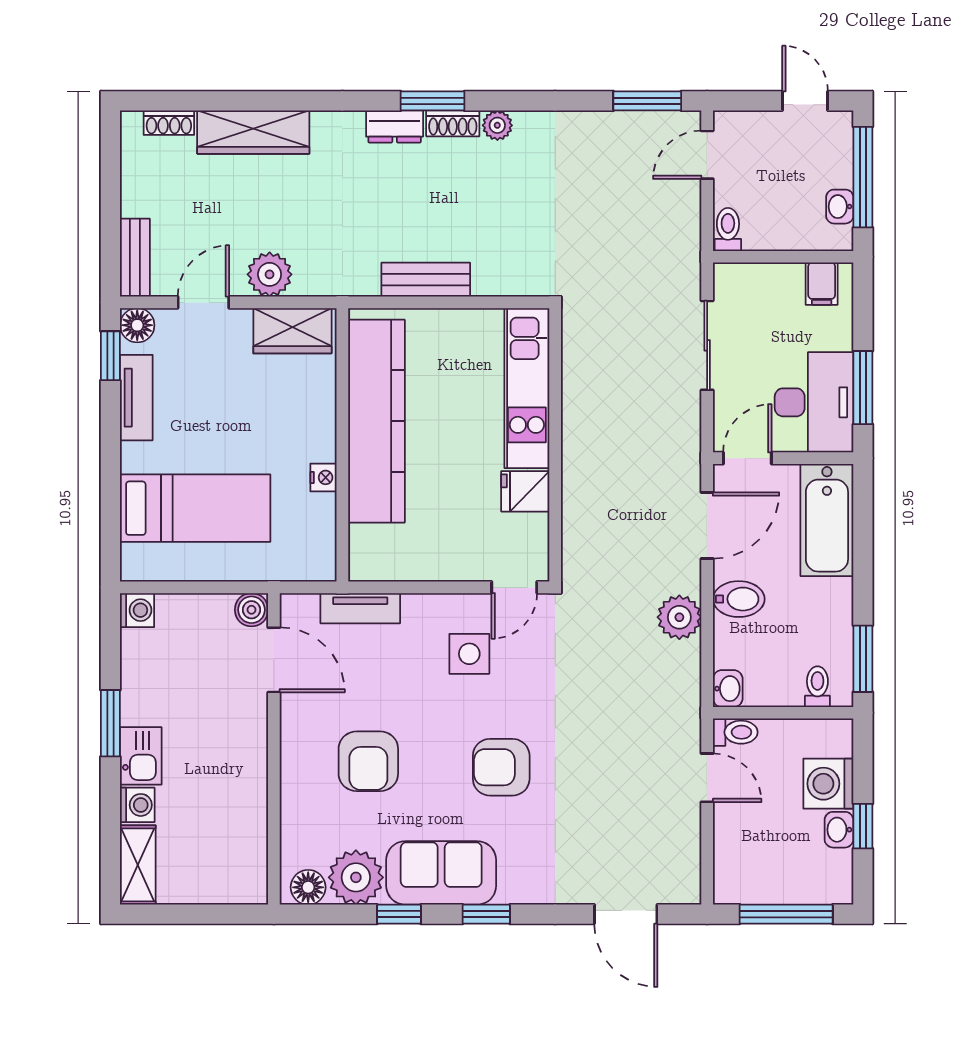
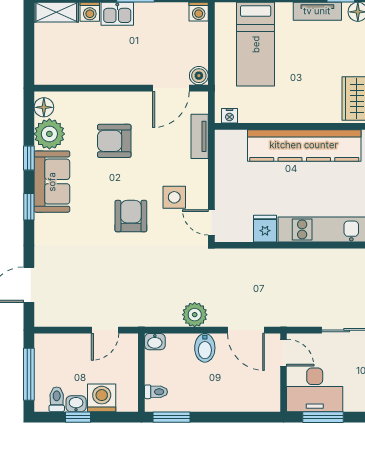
nightstand: (323, 477) -> (229, 116), moved
bathtub: (827, 520) -> (249, 397), removed
toilet: (735, 732) -> (57, 399), moved, turned 180
armchair: (501, 767) -> (131, 216), moved

